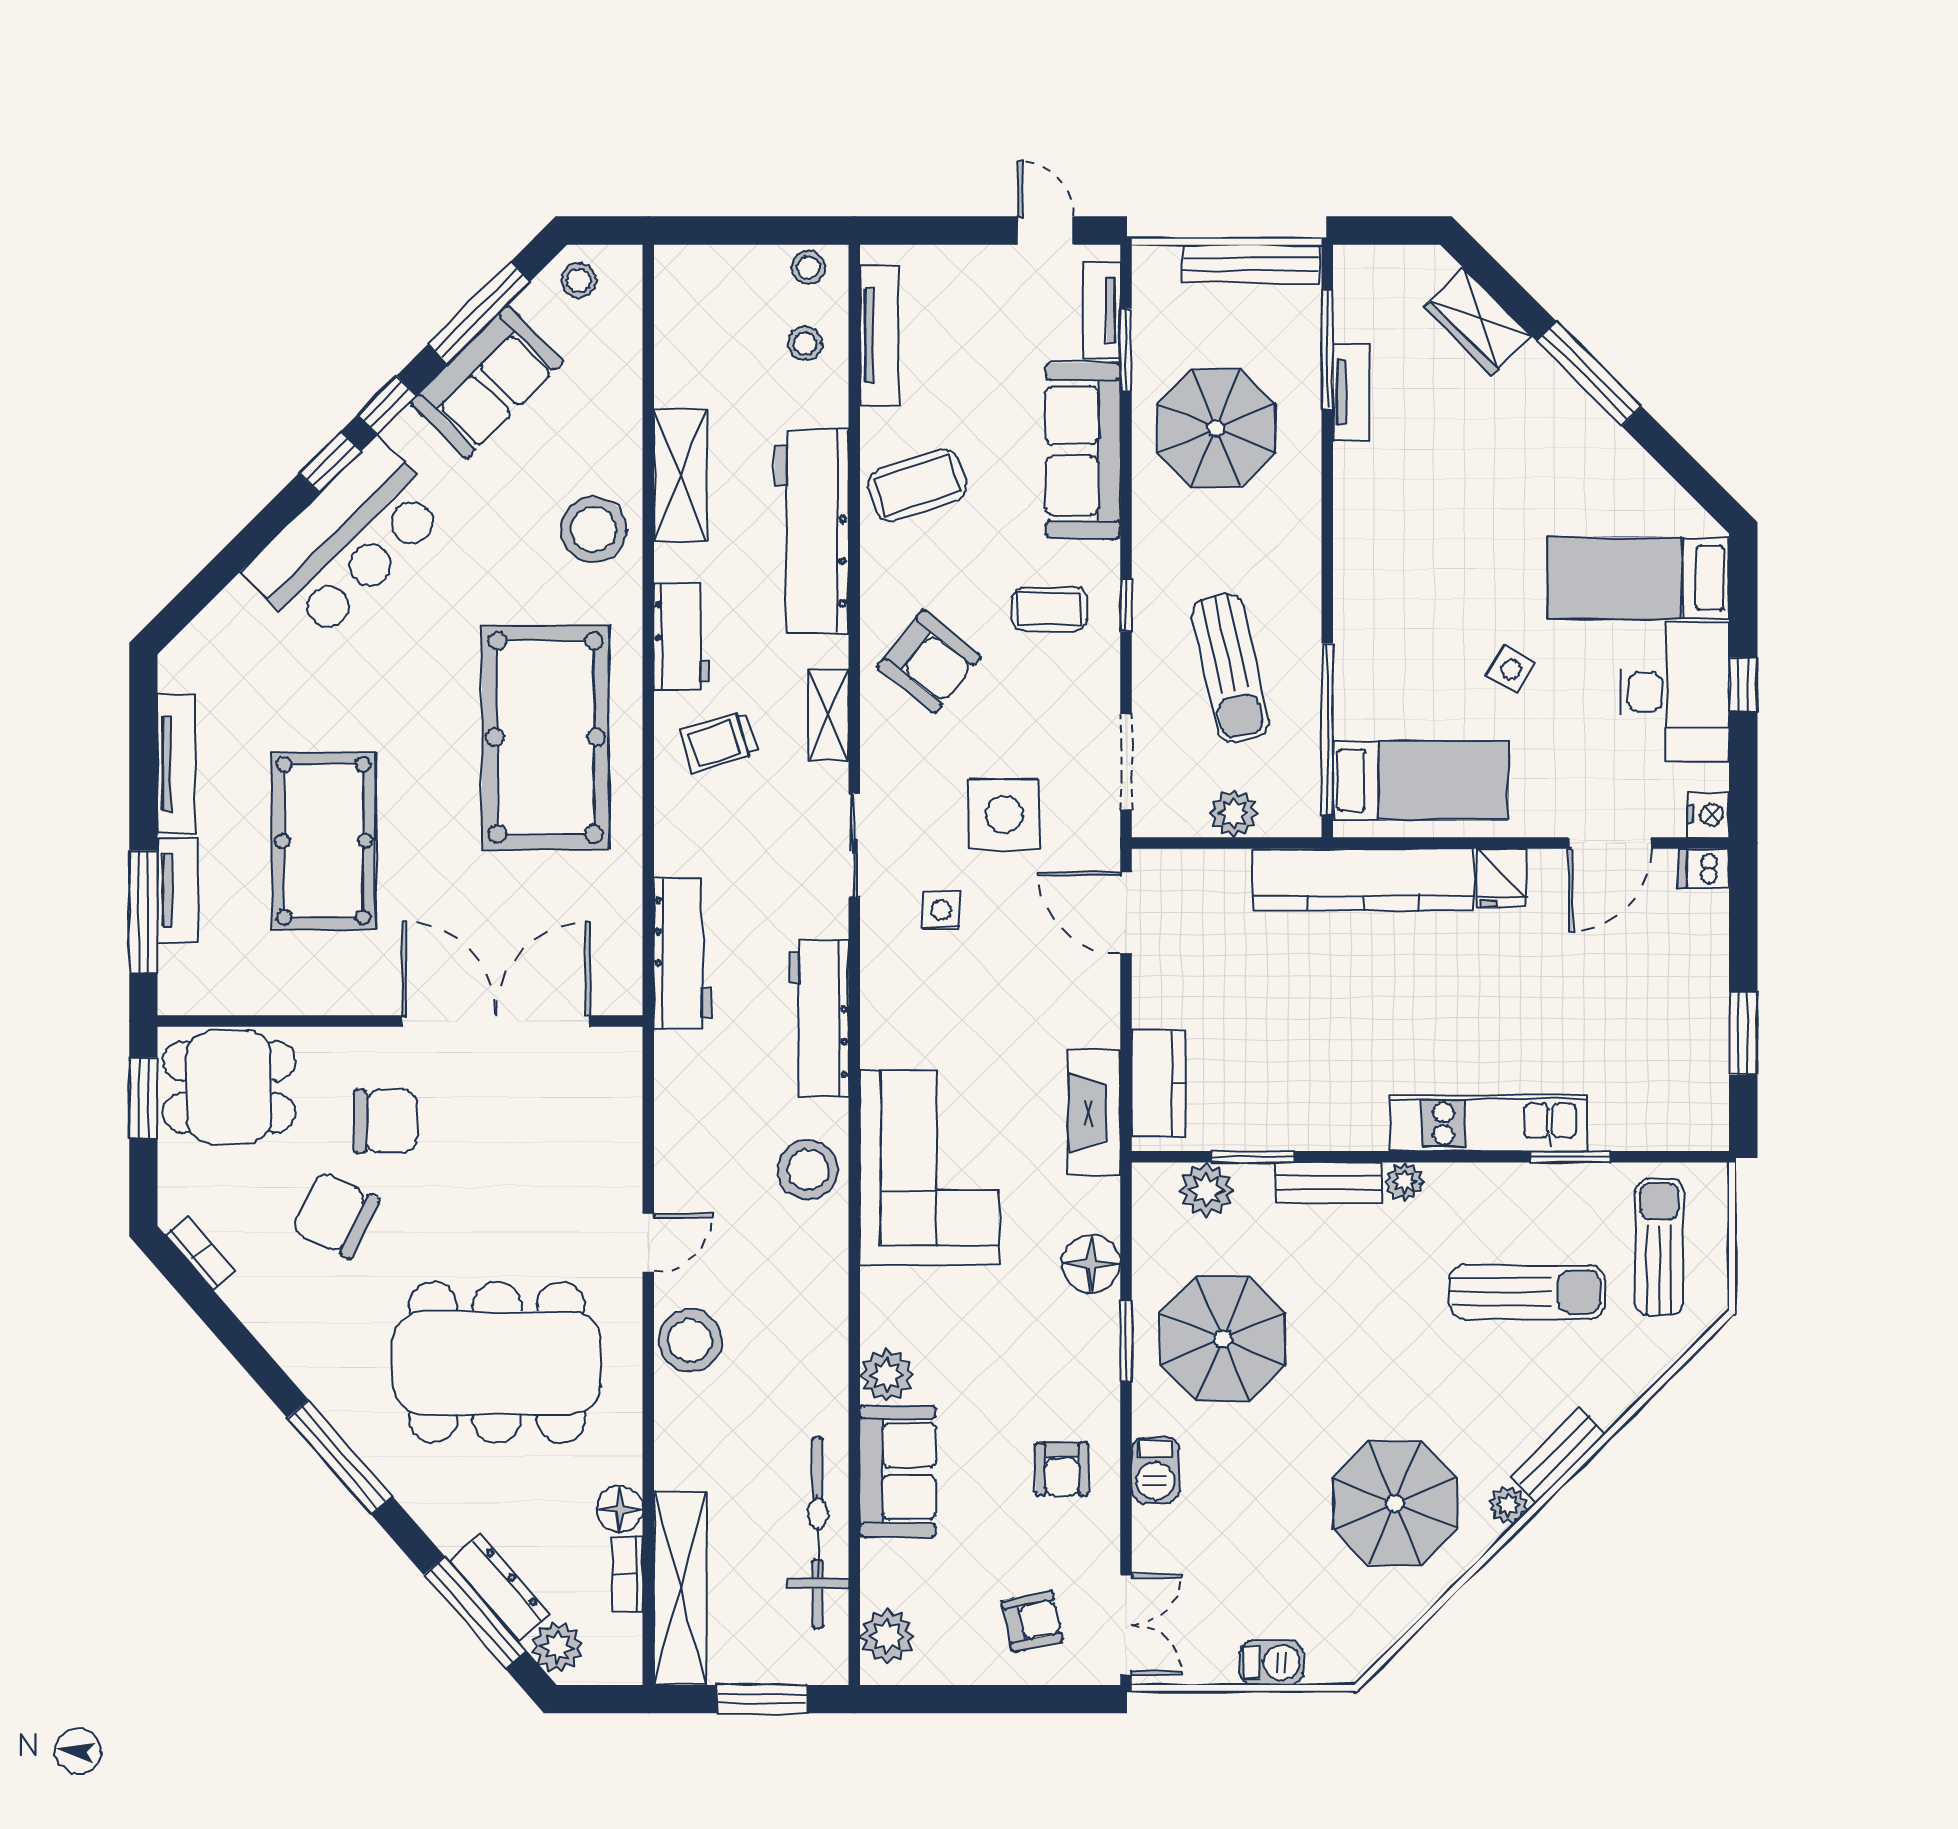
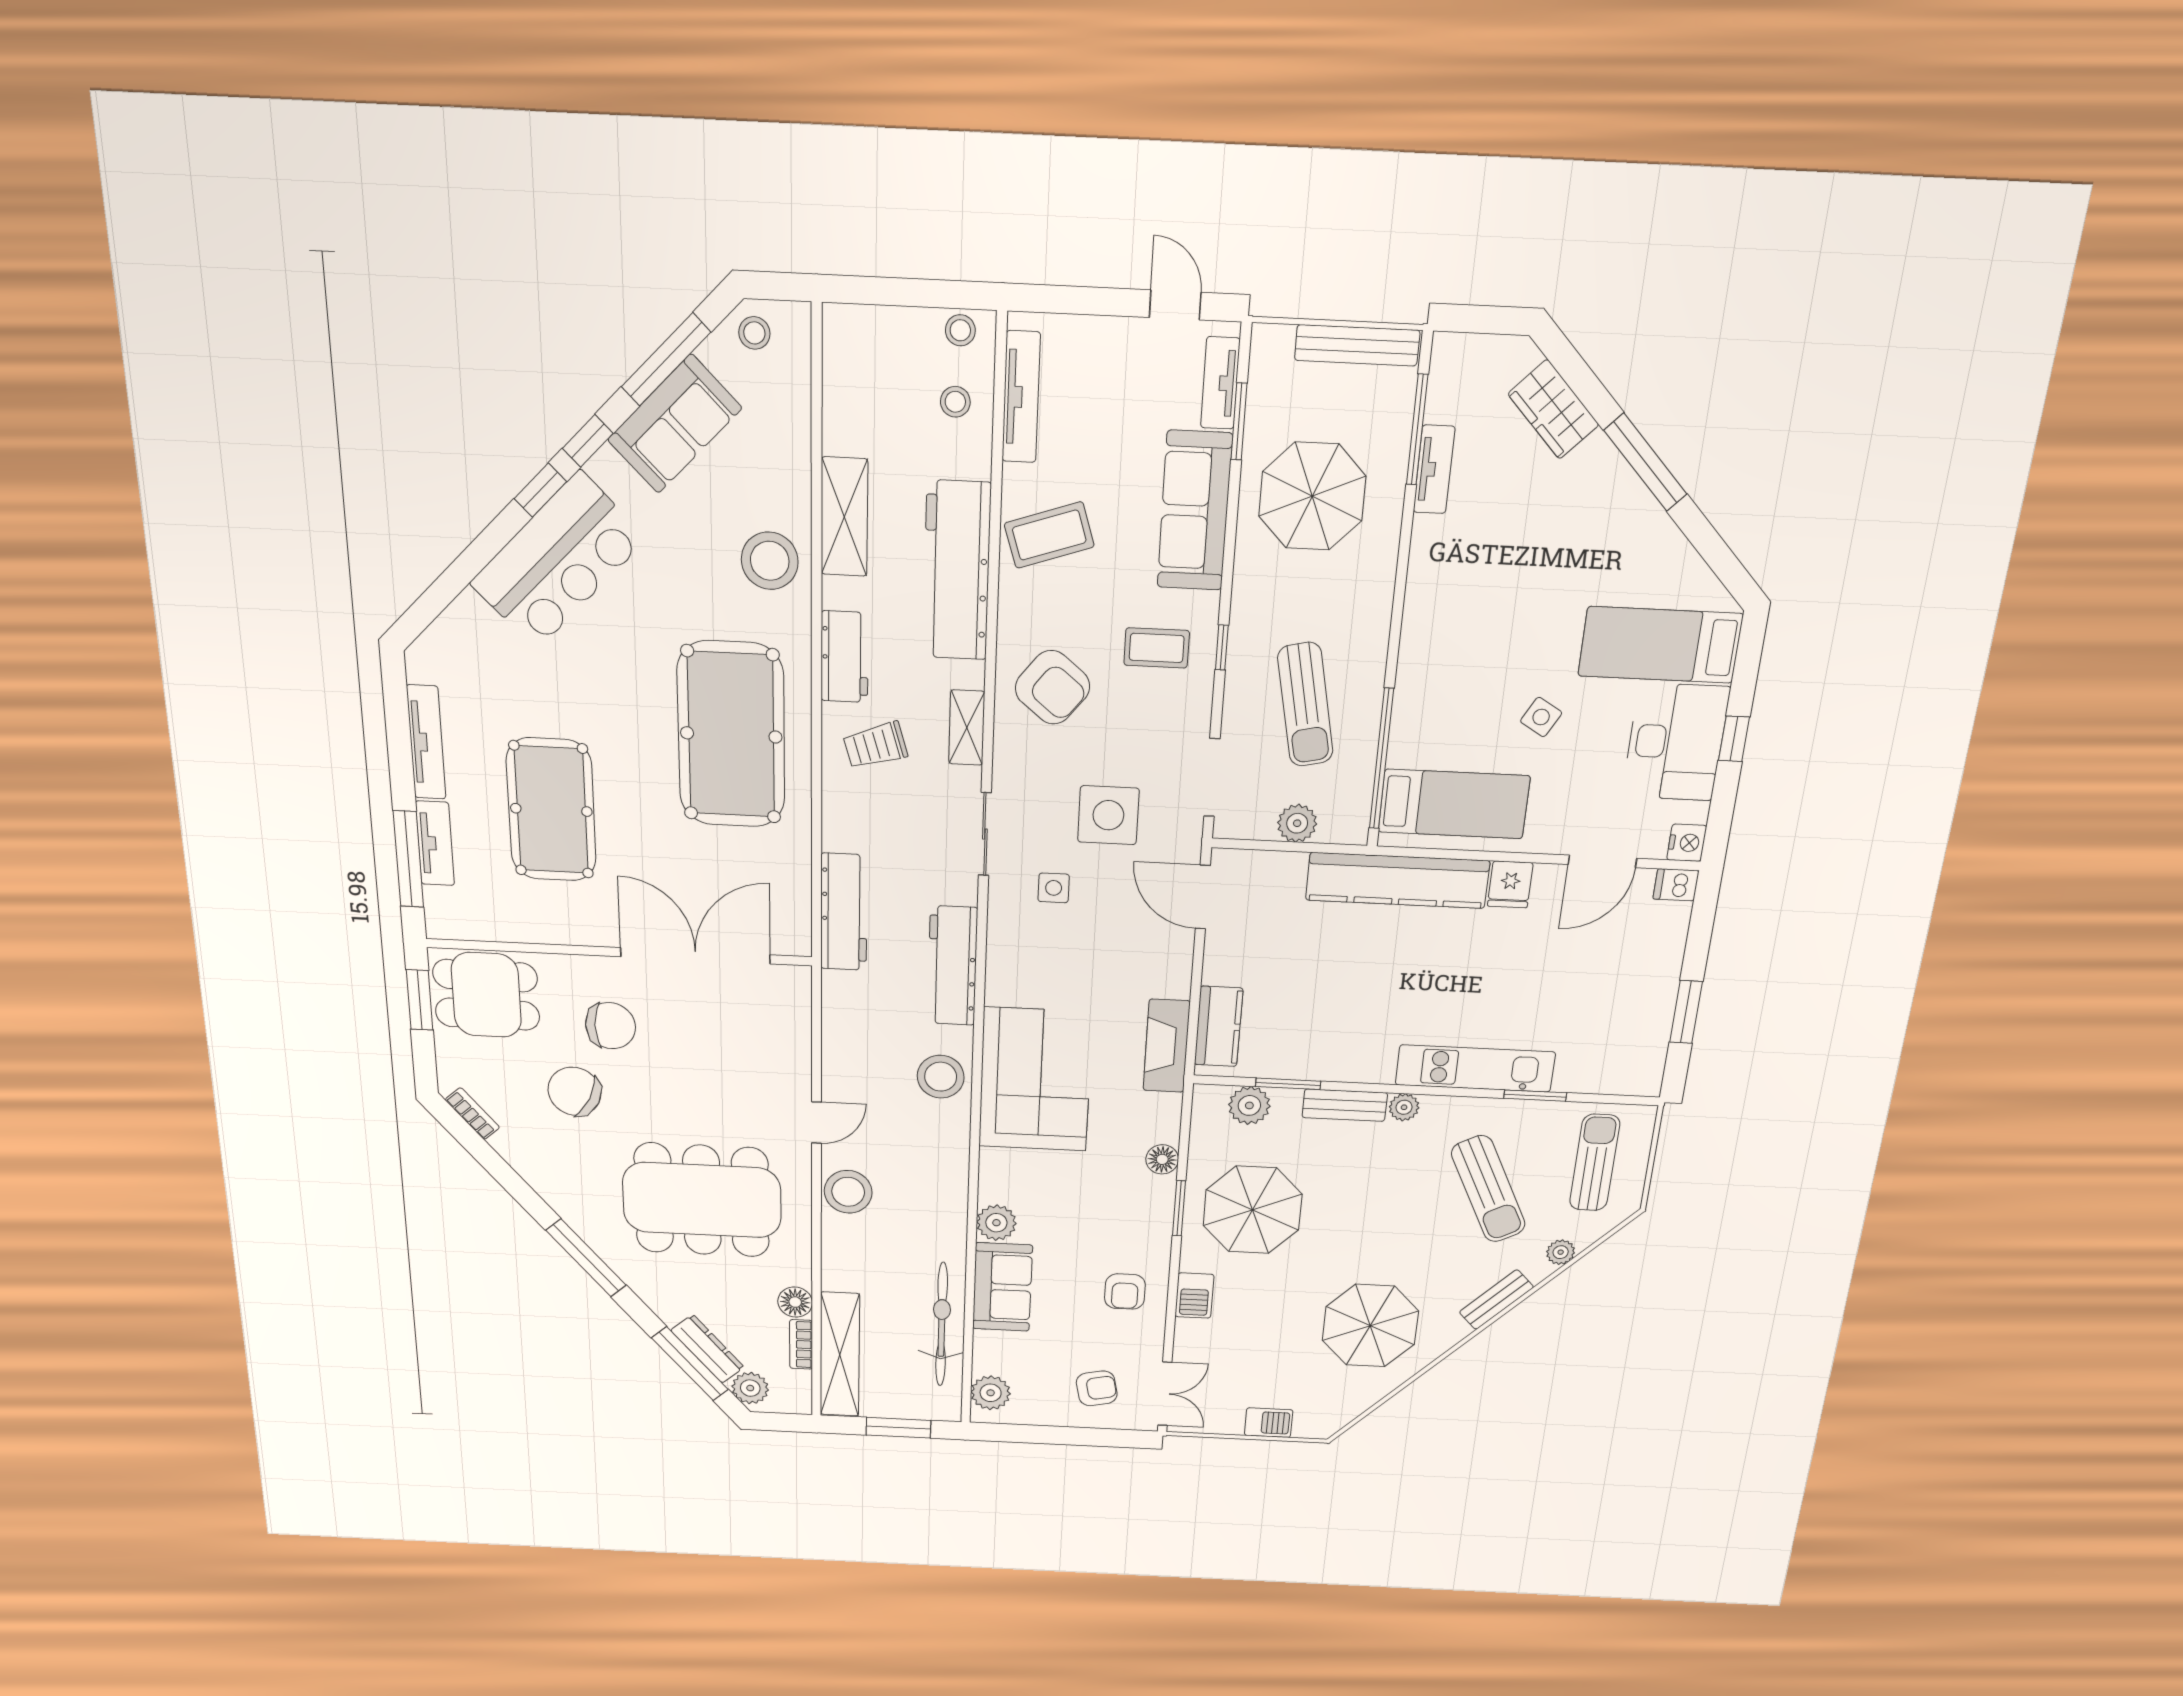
floor lamp: (1091, 1264) -> (1162, 1159), width x0.73, depth x0.73
sun lounger: (1527, 1292) -> (1488, 1189), turned 63
plant: (1508, 1505) -> (1561, 1252), moved

